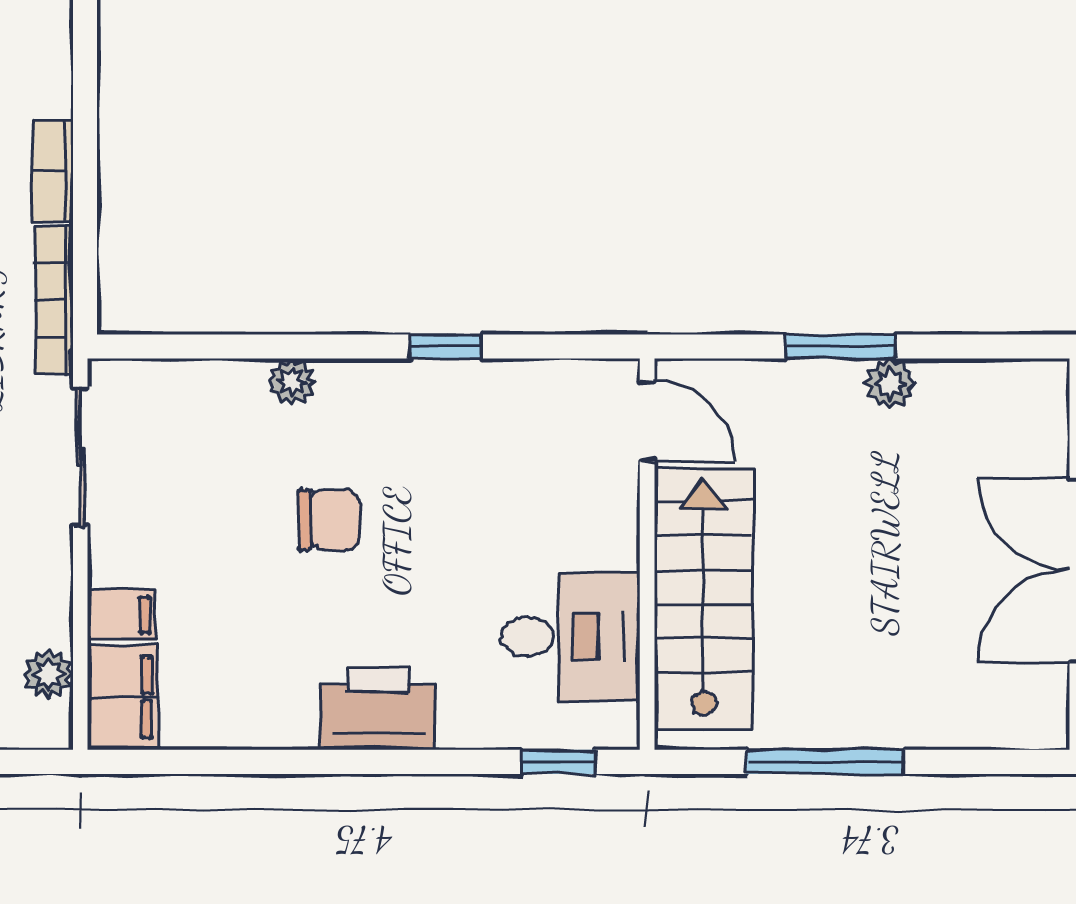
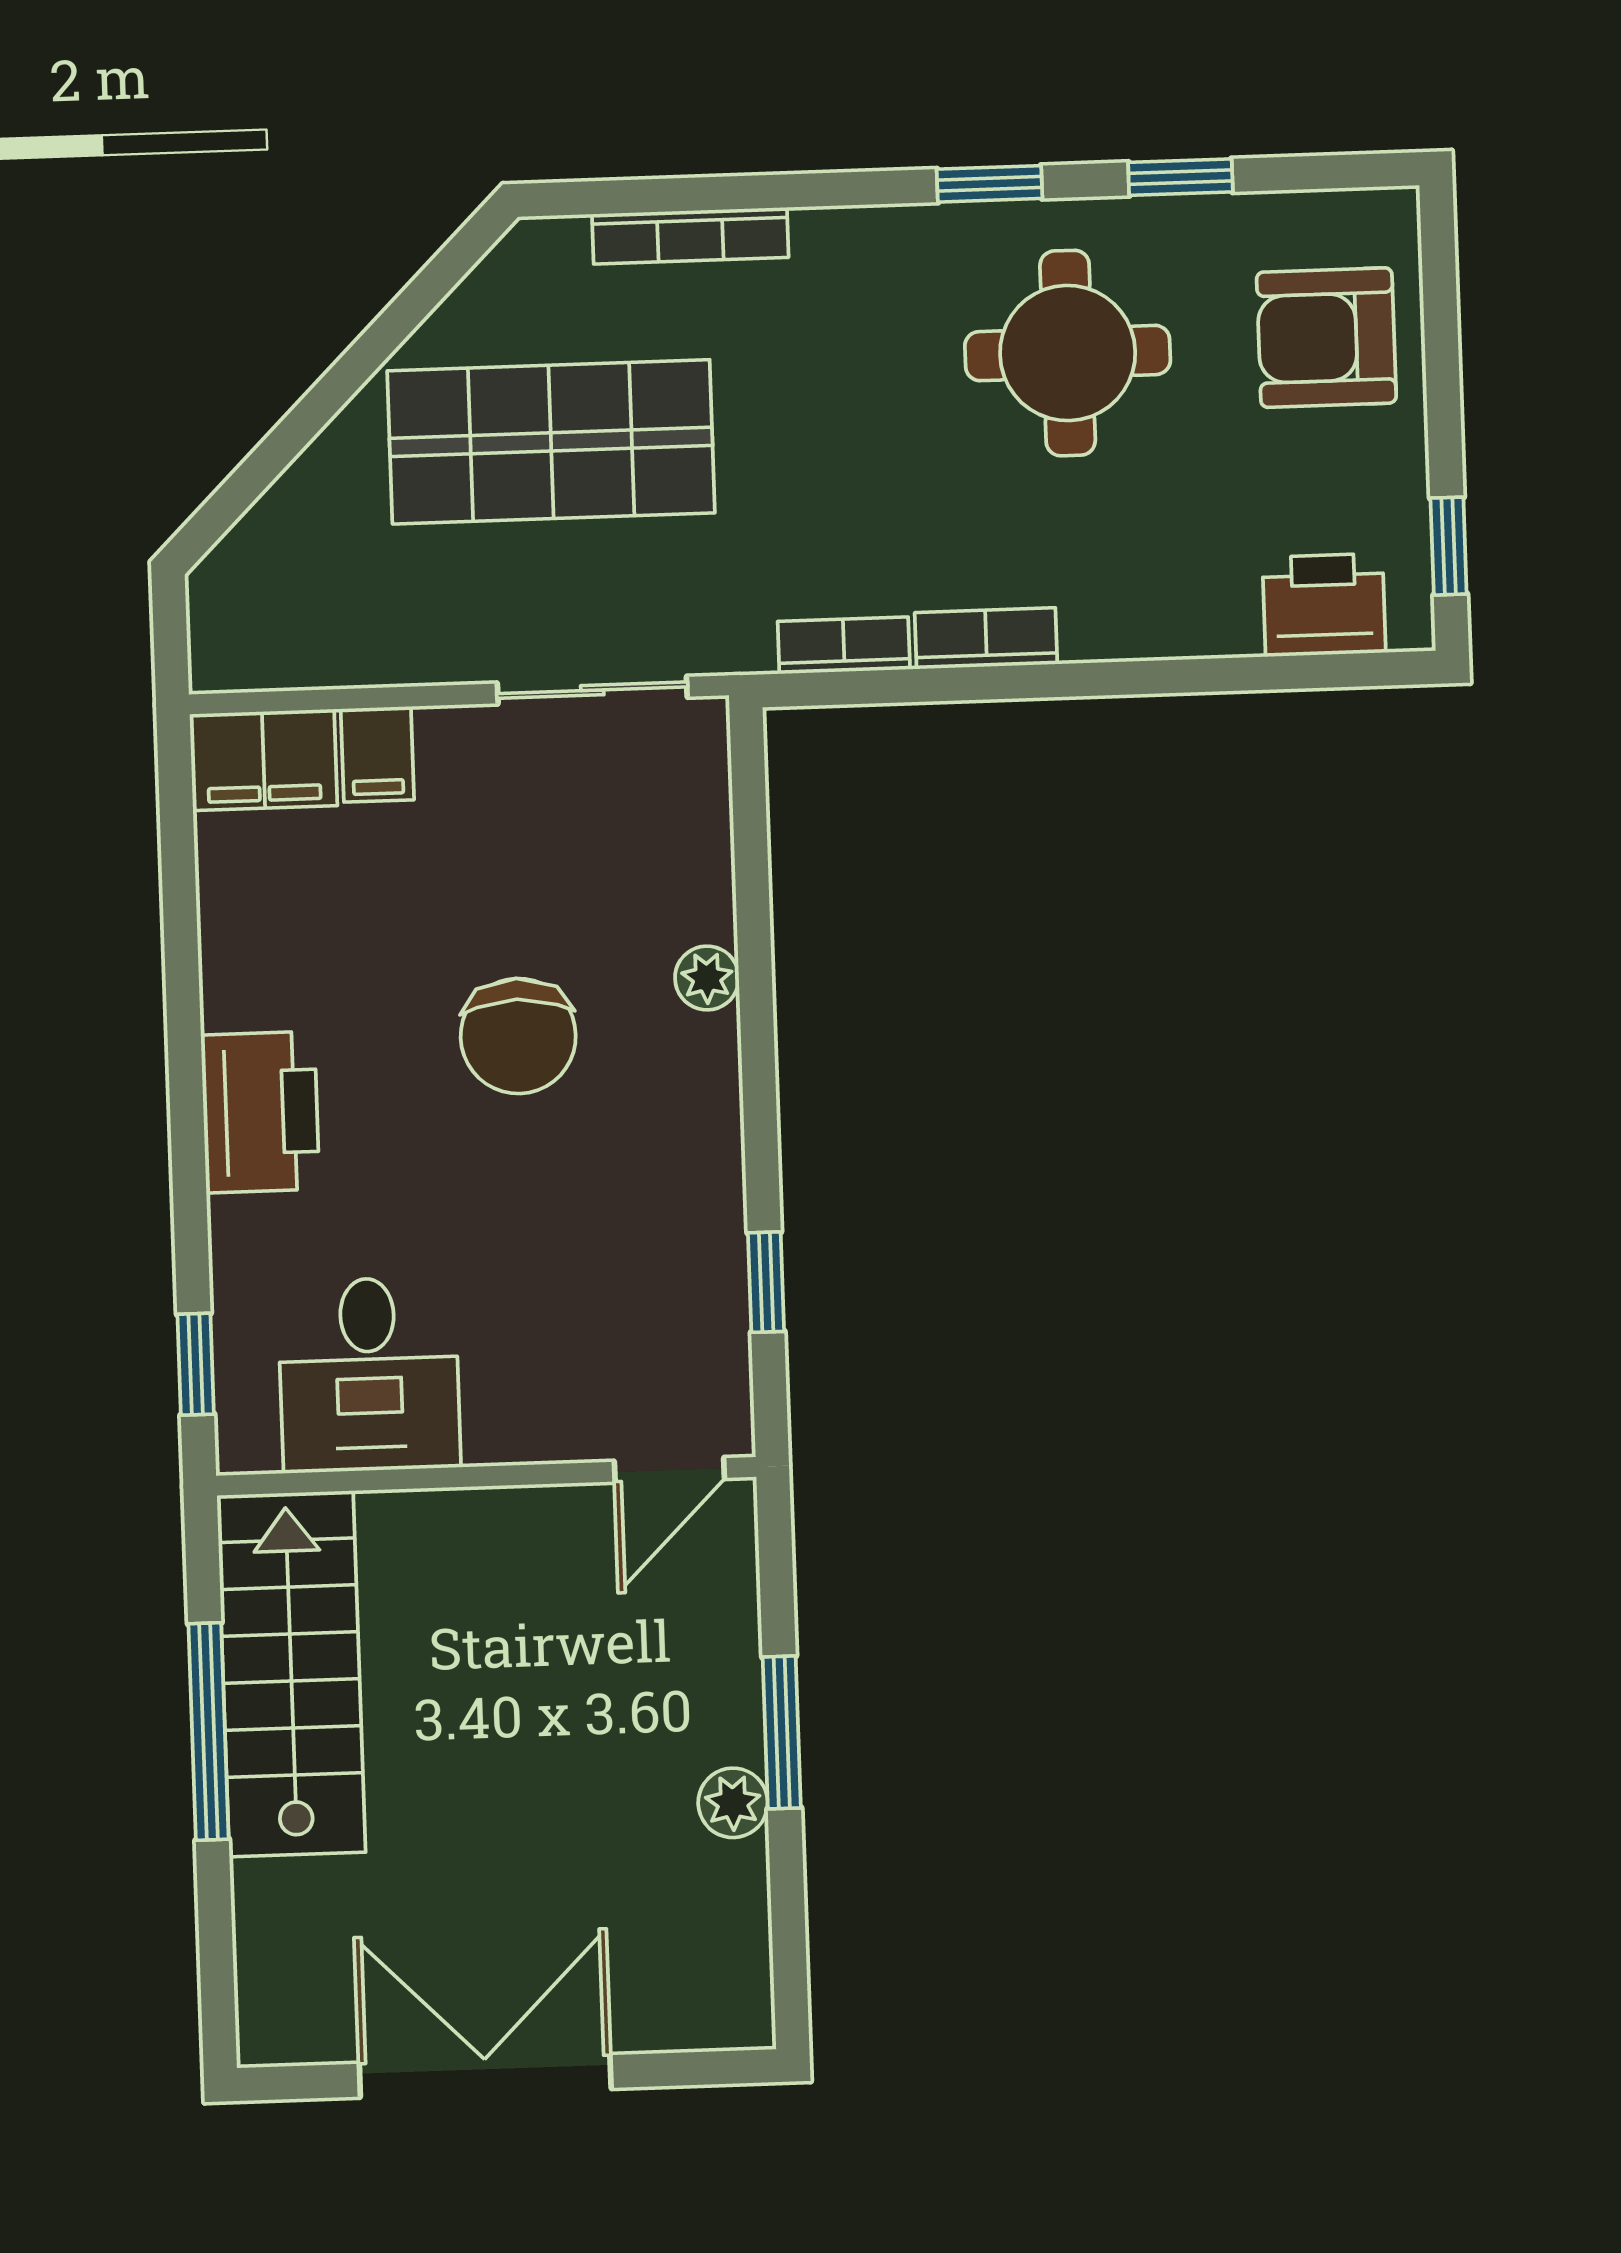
bookcase: (54, 301) -> (844, 645), width x0.64
window: (446, 347) -> (766, 1282), moved
chair: (329, 520) -> (518, 1036), width x1.37, depth x1.37
stairs: (704, 598) -> (291, 1674), moved, turned -90
plant: (49, 674) -> (292, 657), removed

